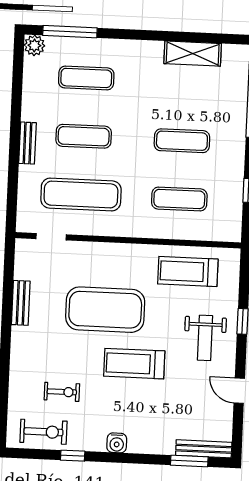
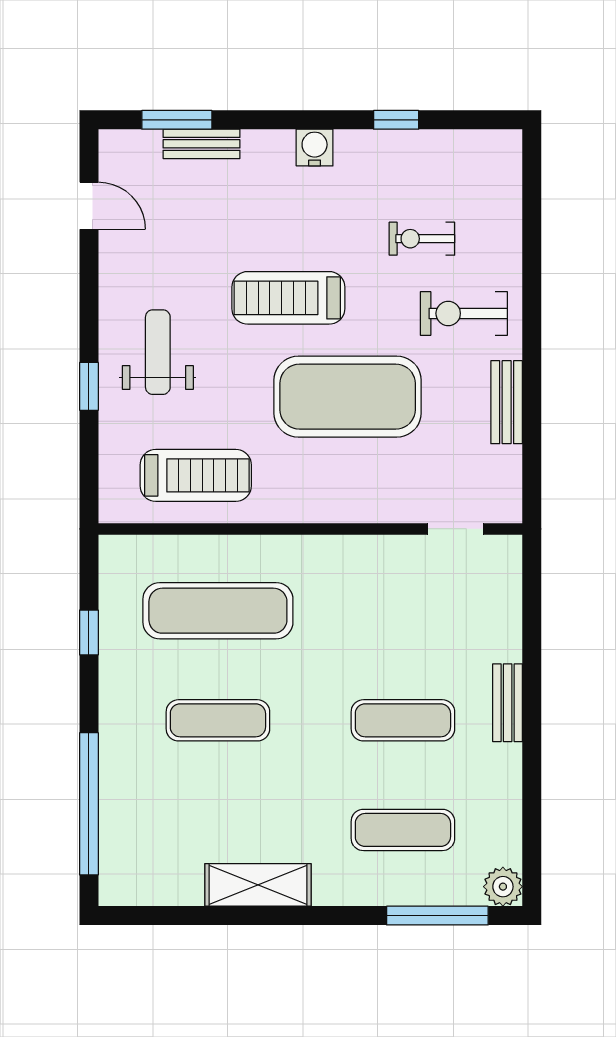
shelving: (193, 54) -> (258, 885), moved
exercise mat: (81, 195) -> (403, 611), removed
exercise mat: (179, 199) -> (218, 611), width x1.36, depth x1.45
treadmill: (134, 364) -> (288, 298), turned 180
door: (239, 391) -> (89, 206), moved
exercise bike: (43, 432) -> (464, 313), moved
bench: (204, 449) -> (202, 144), moved, width x0.73

